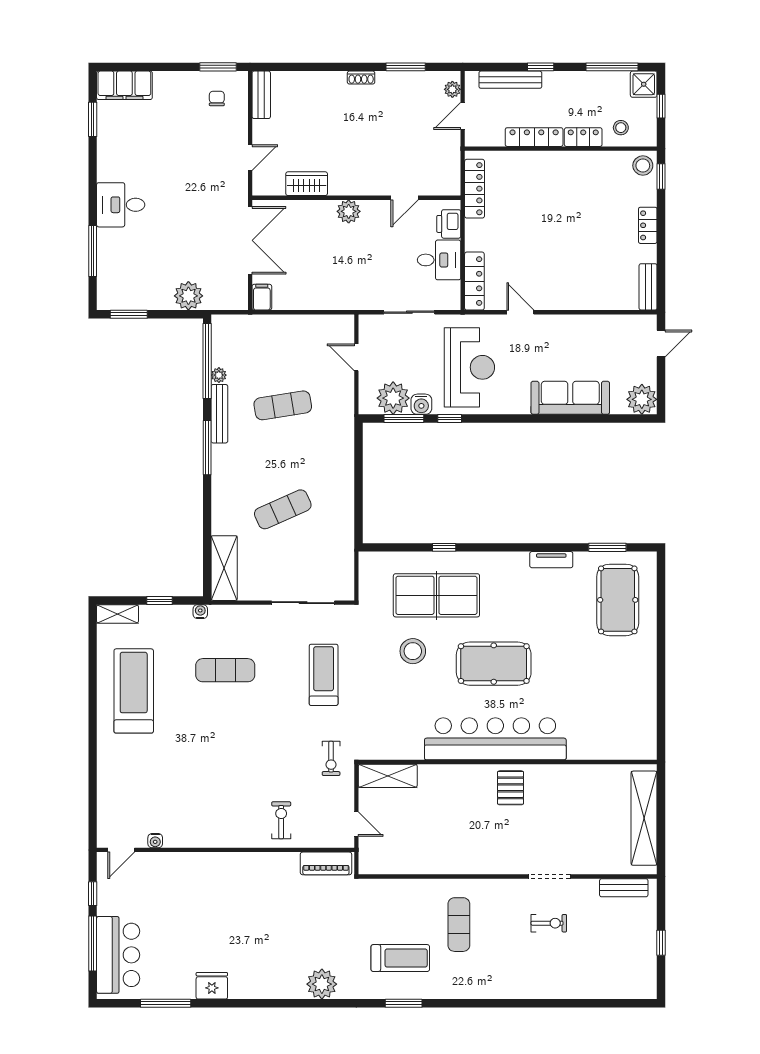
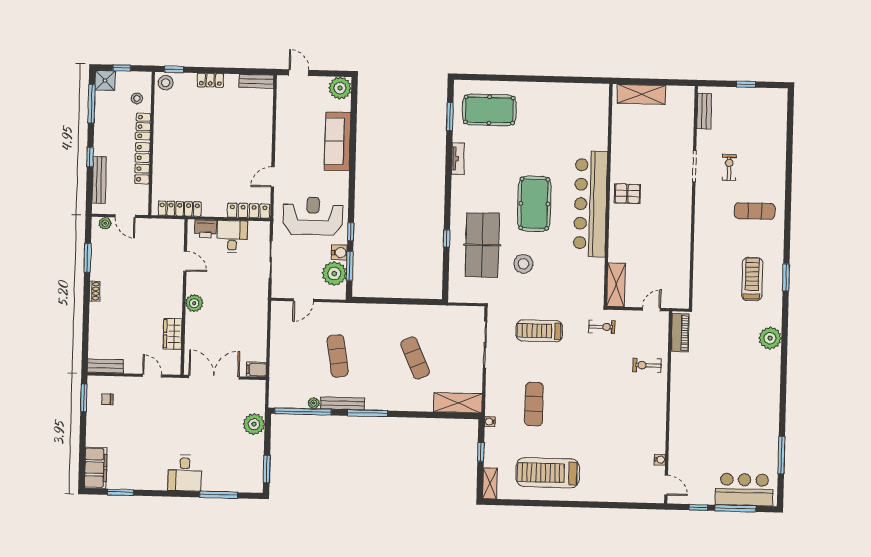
shelving: (644, 818) -> (641, 94), width x0.68
exercise mat: (459, 925) -> (755, 211), moved
fridge: (212, 986) -> (769, 420), removed

